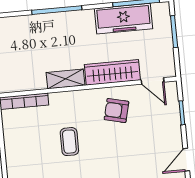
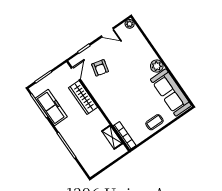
shelving: (66, 79) -> (112, 137), moved
armchair: (116, 111) -> (100, 68), moved
coffee table: (69, 142) -> (155, 122), moved

